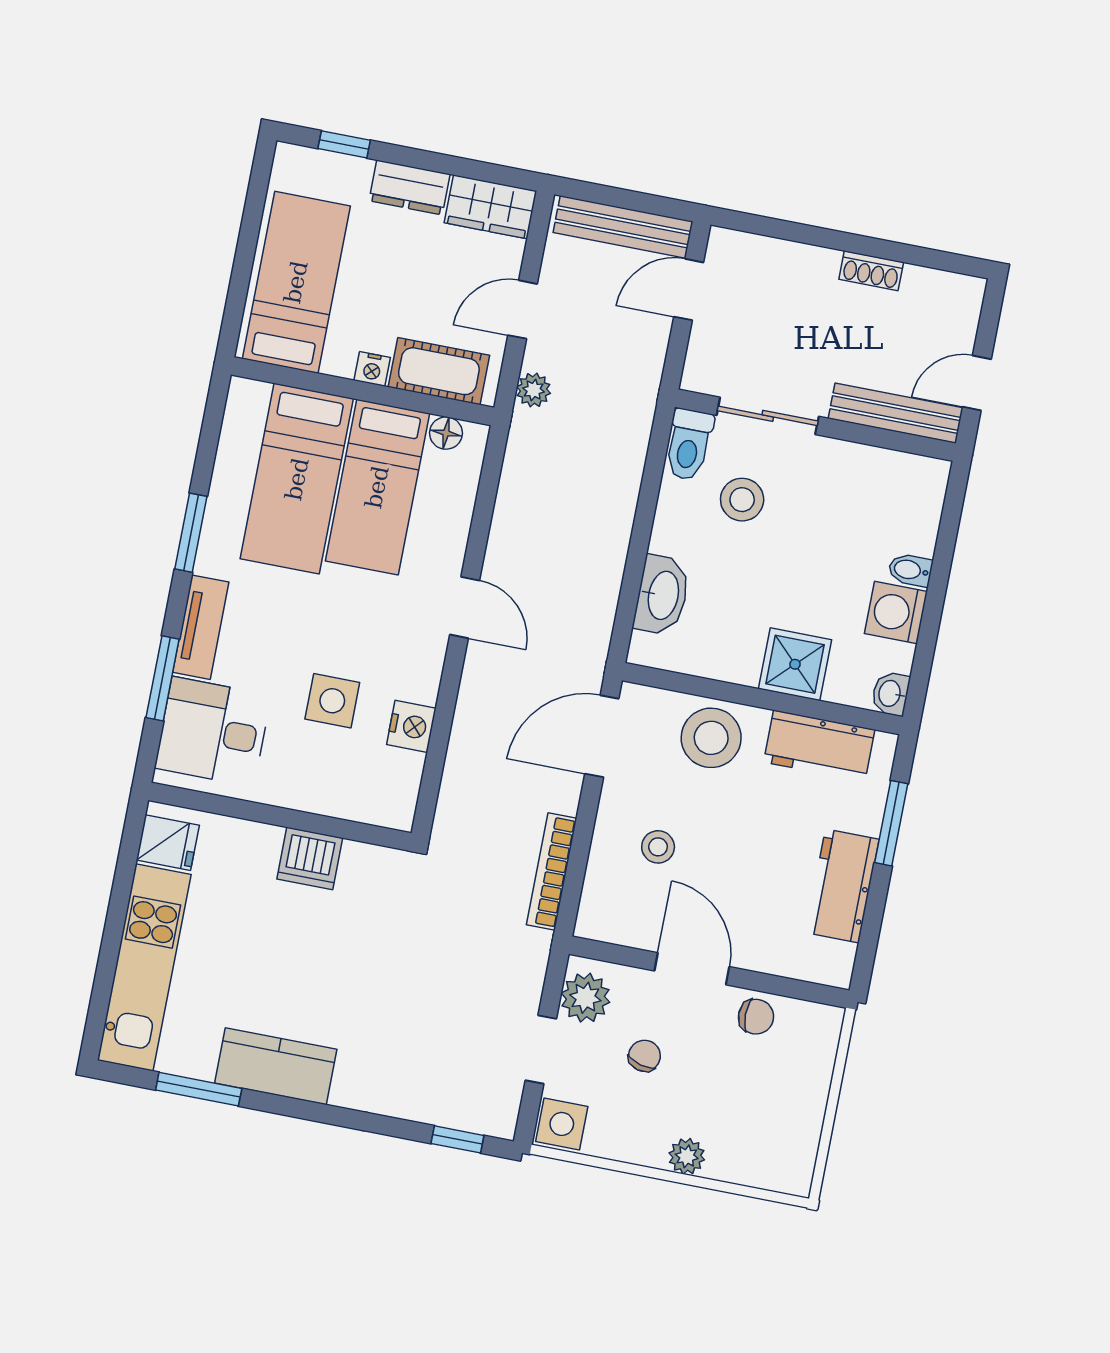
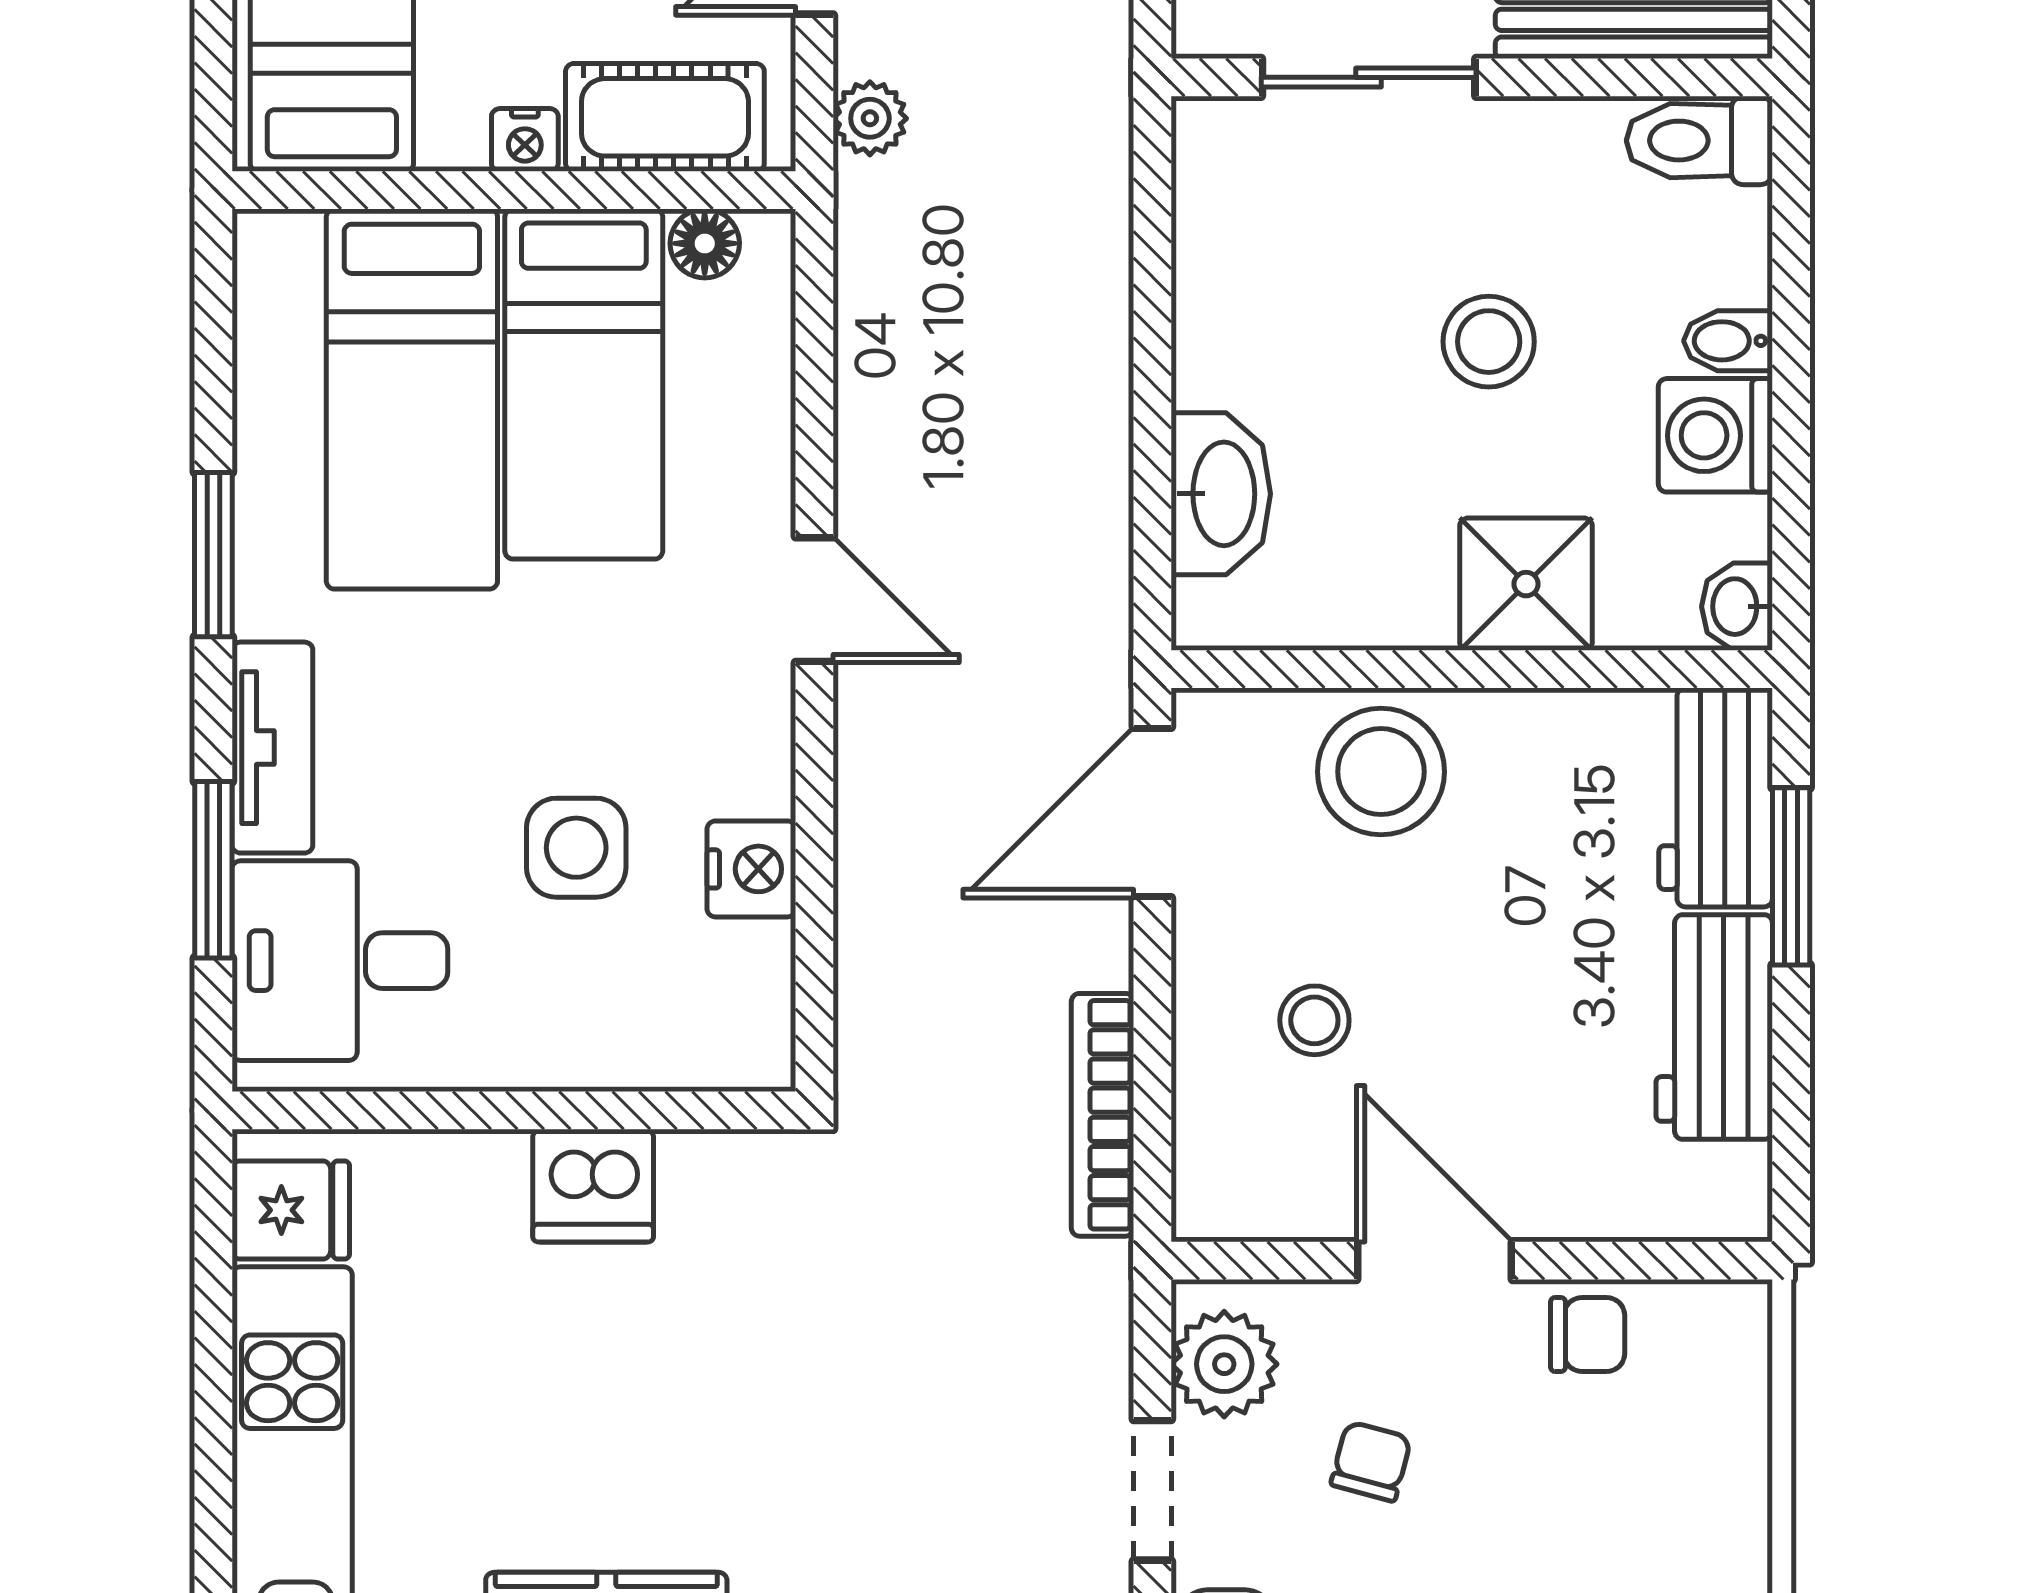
toilet: (689, 445) -> (1699, 141), moved, turned 90
stool: (742, 500) -> (1489, 342), moved
workbench: (819, 746) -> (1716, 797), moved, turned 90

